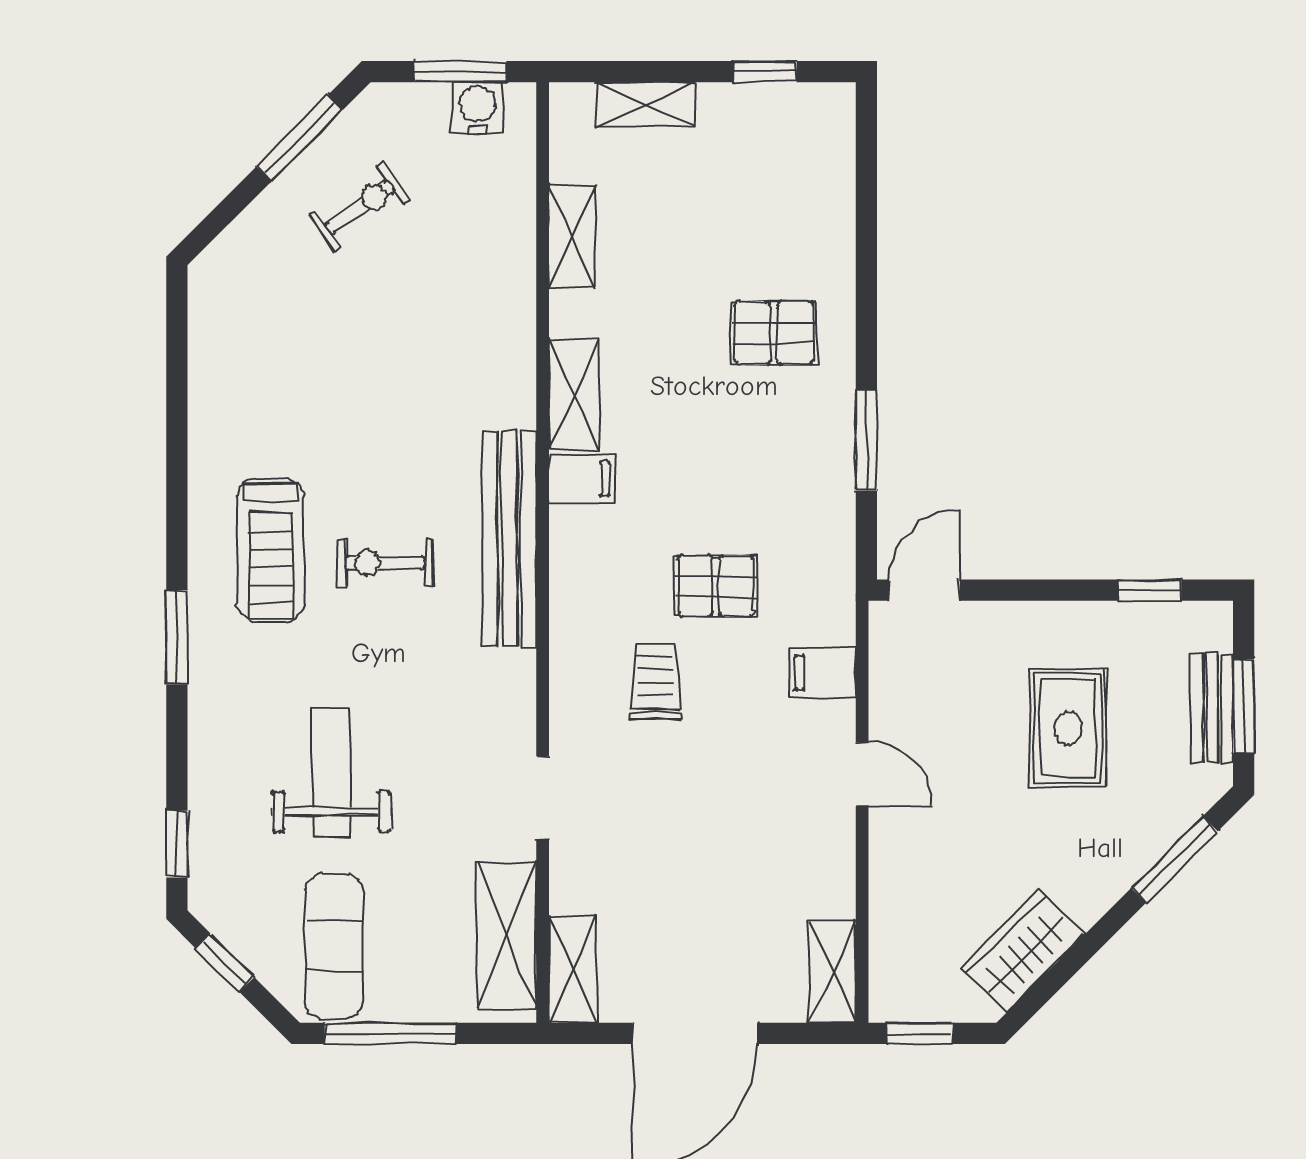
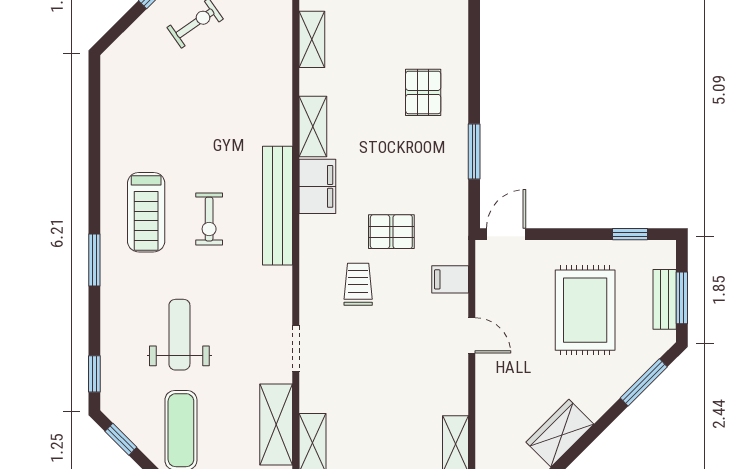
pallet: (774, 333) -> (423, 92), turned 90
filing cabinet: (582, 479) -> (317, 186), width x2.00
exercise bike: (385, 563) -> (209, 219), turned -90
rug: (1068, 728) -> (585, 310), width x1.36, depth x1.43

